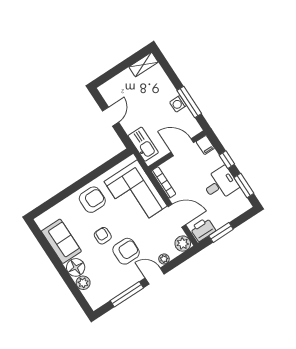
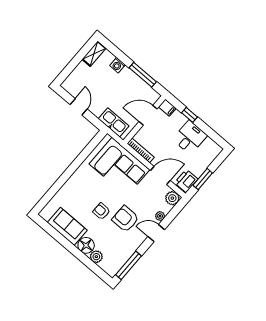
washing machine: (178, 104) -> (117, 65), moved
window: (244, 185) -> (211, 133), removed
armchair: (92, 200) -> (84, 183), removed
armchair: (126, 251) -> (125, 219), turned -90
window: (127, 294) -> (128, 265), moved

